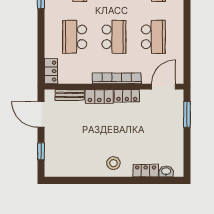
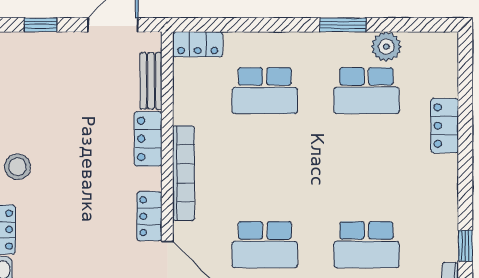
school desk: (75, 37) -> (265, 91), turned 180
school desk: (114, 37) -> (265, 168), removed
locker: (127, 96) -> (149, 216), moved

